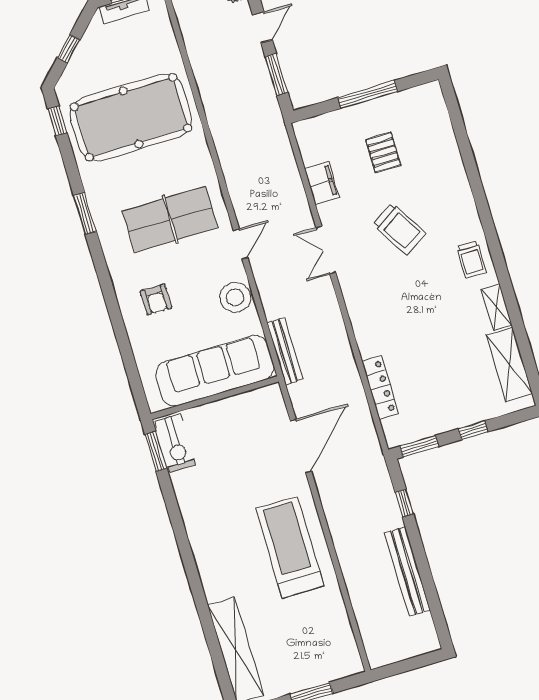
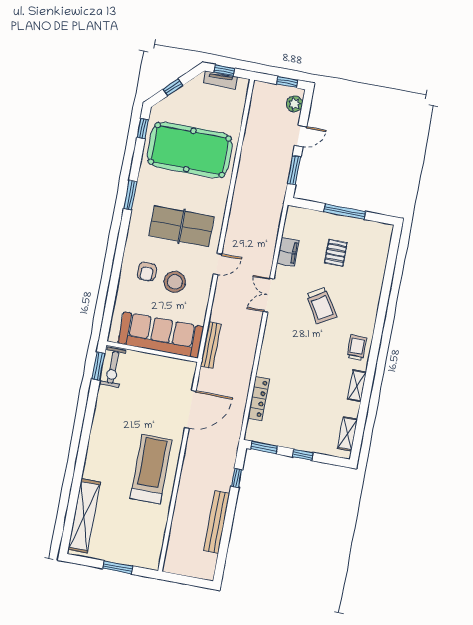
trolley: (471, 259) -> (357, 348), turned 180
stool: (235, 297) -> (175, 282), moved
shelving: (509, 364) -> (347, 434), width x0.67, depth x0.75

